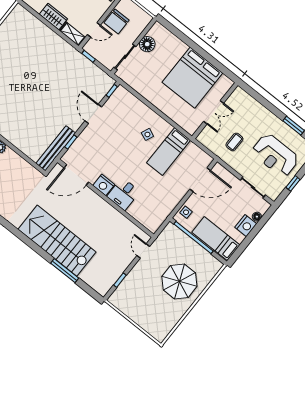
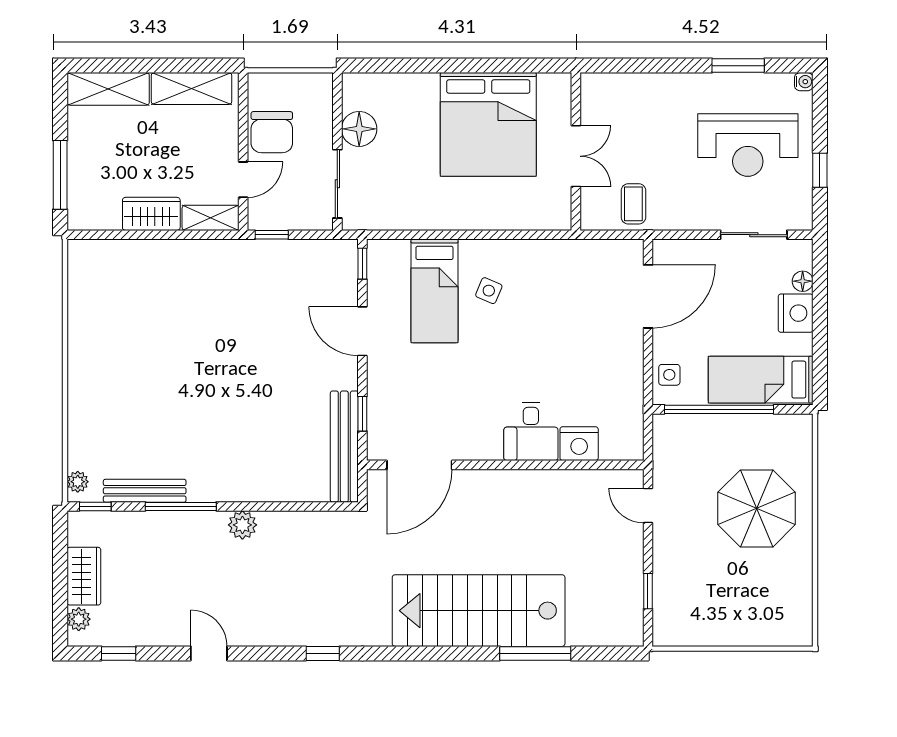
coffee table: (234, 142) -> (633, 204), moved
bed: (169, 151) -> (434, 291), moved
nightstand: (104, 185) -> (579, 444), moved

